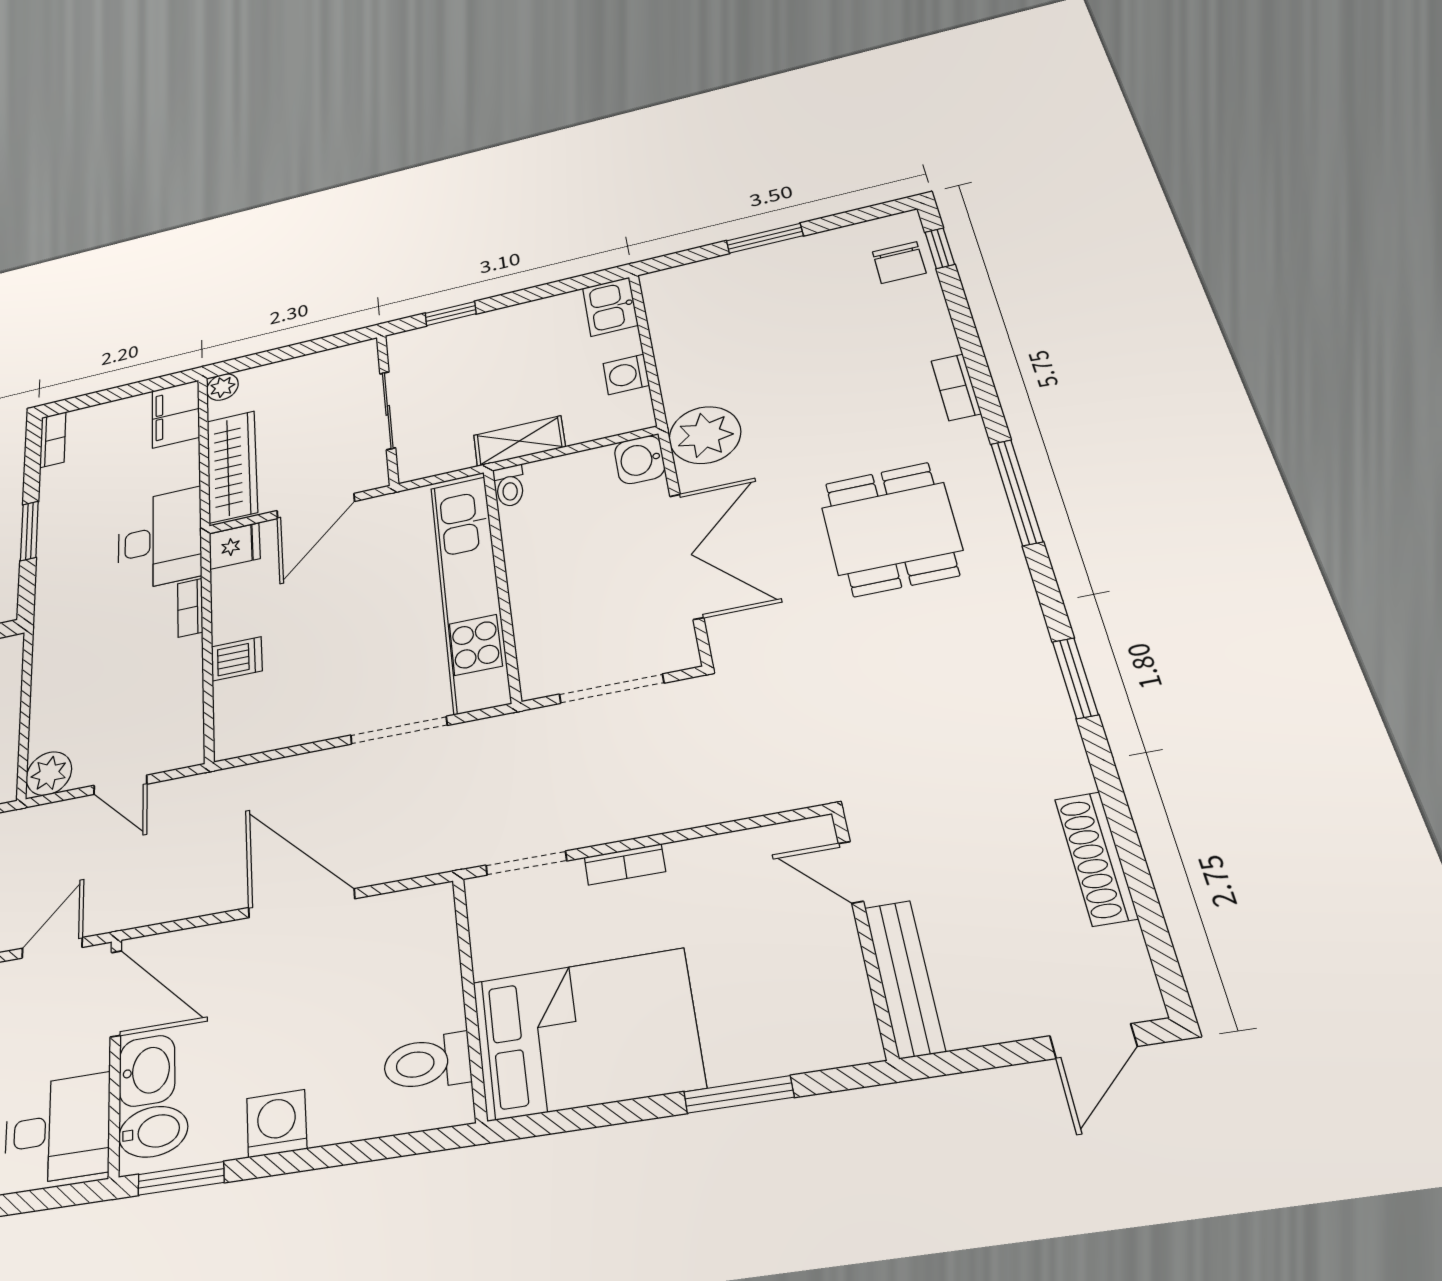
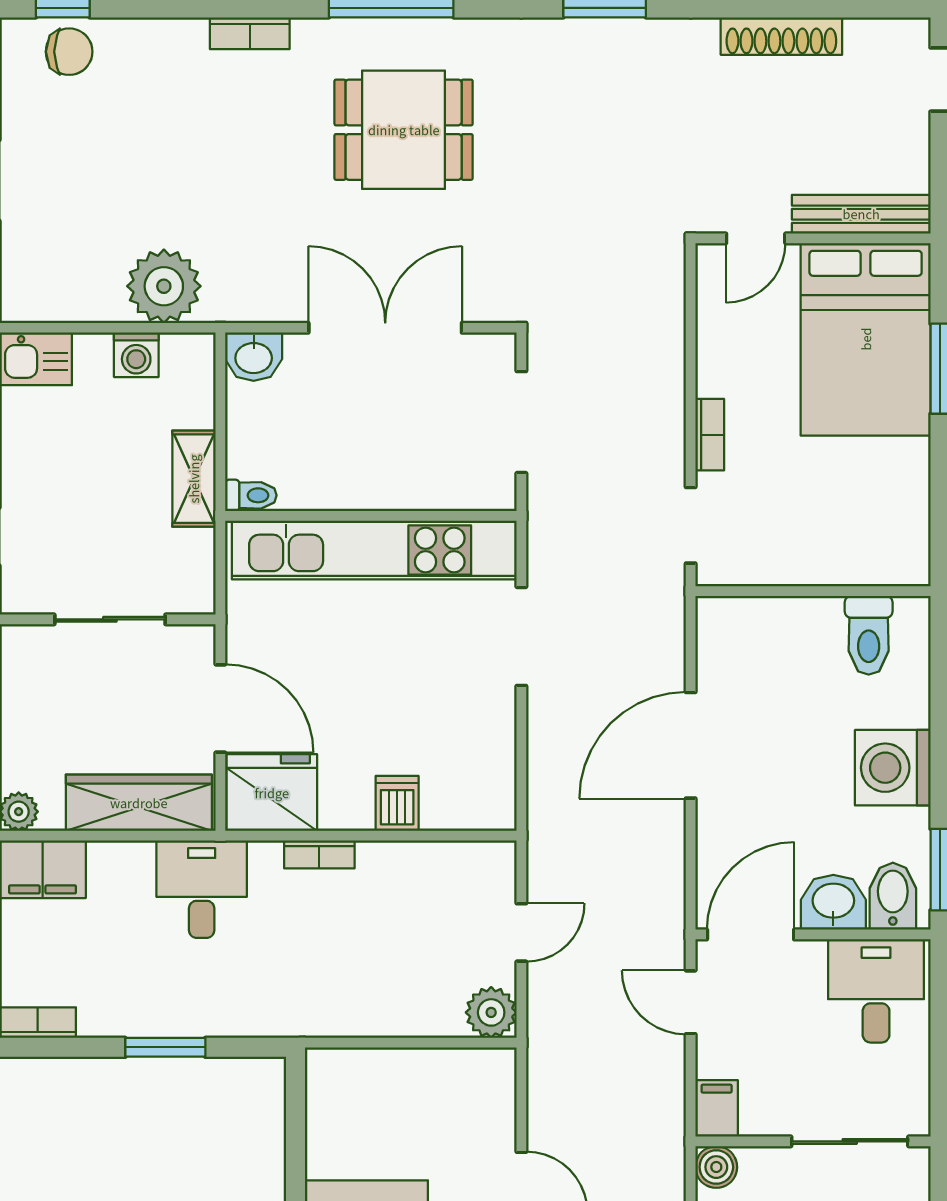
plant: (705, 435) -> (164, 286), moved
desk: (160, 539) -> (202, 889), width x0.73
fridge: (235, 546) -> (272, 793), width x1.88, depth x1.34
bed: (586, 1034) -> (866, 339), moved, turned 180
washing machine: (277, 1123) -> (893, 768), width x1.37, depth x1.37

